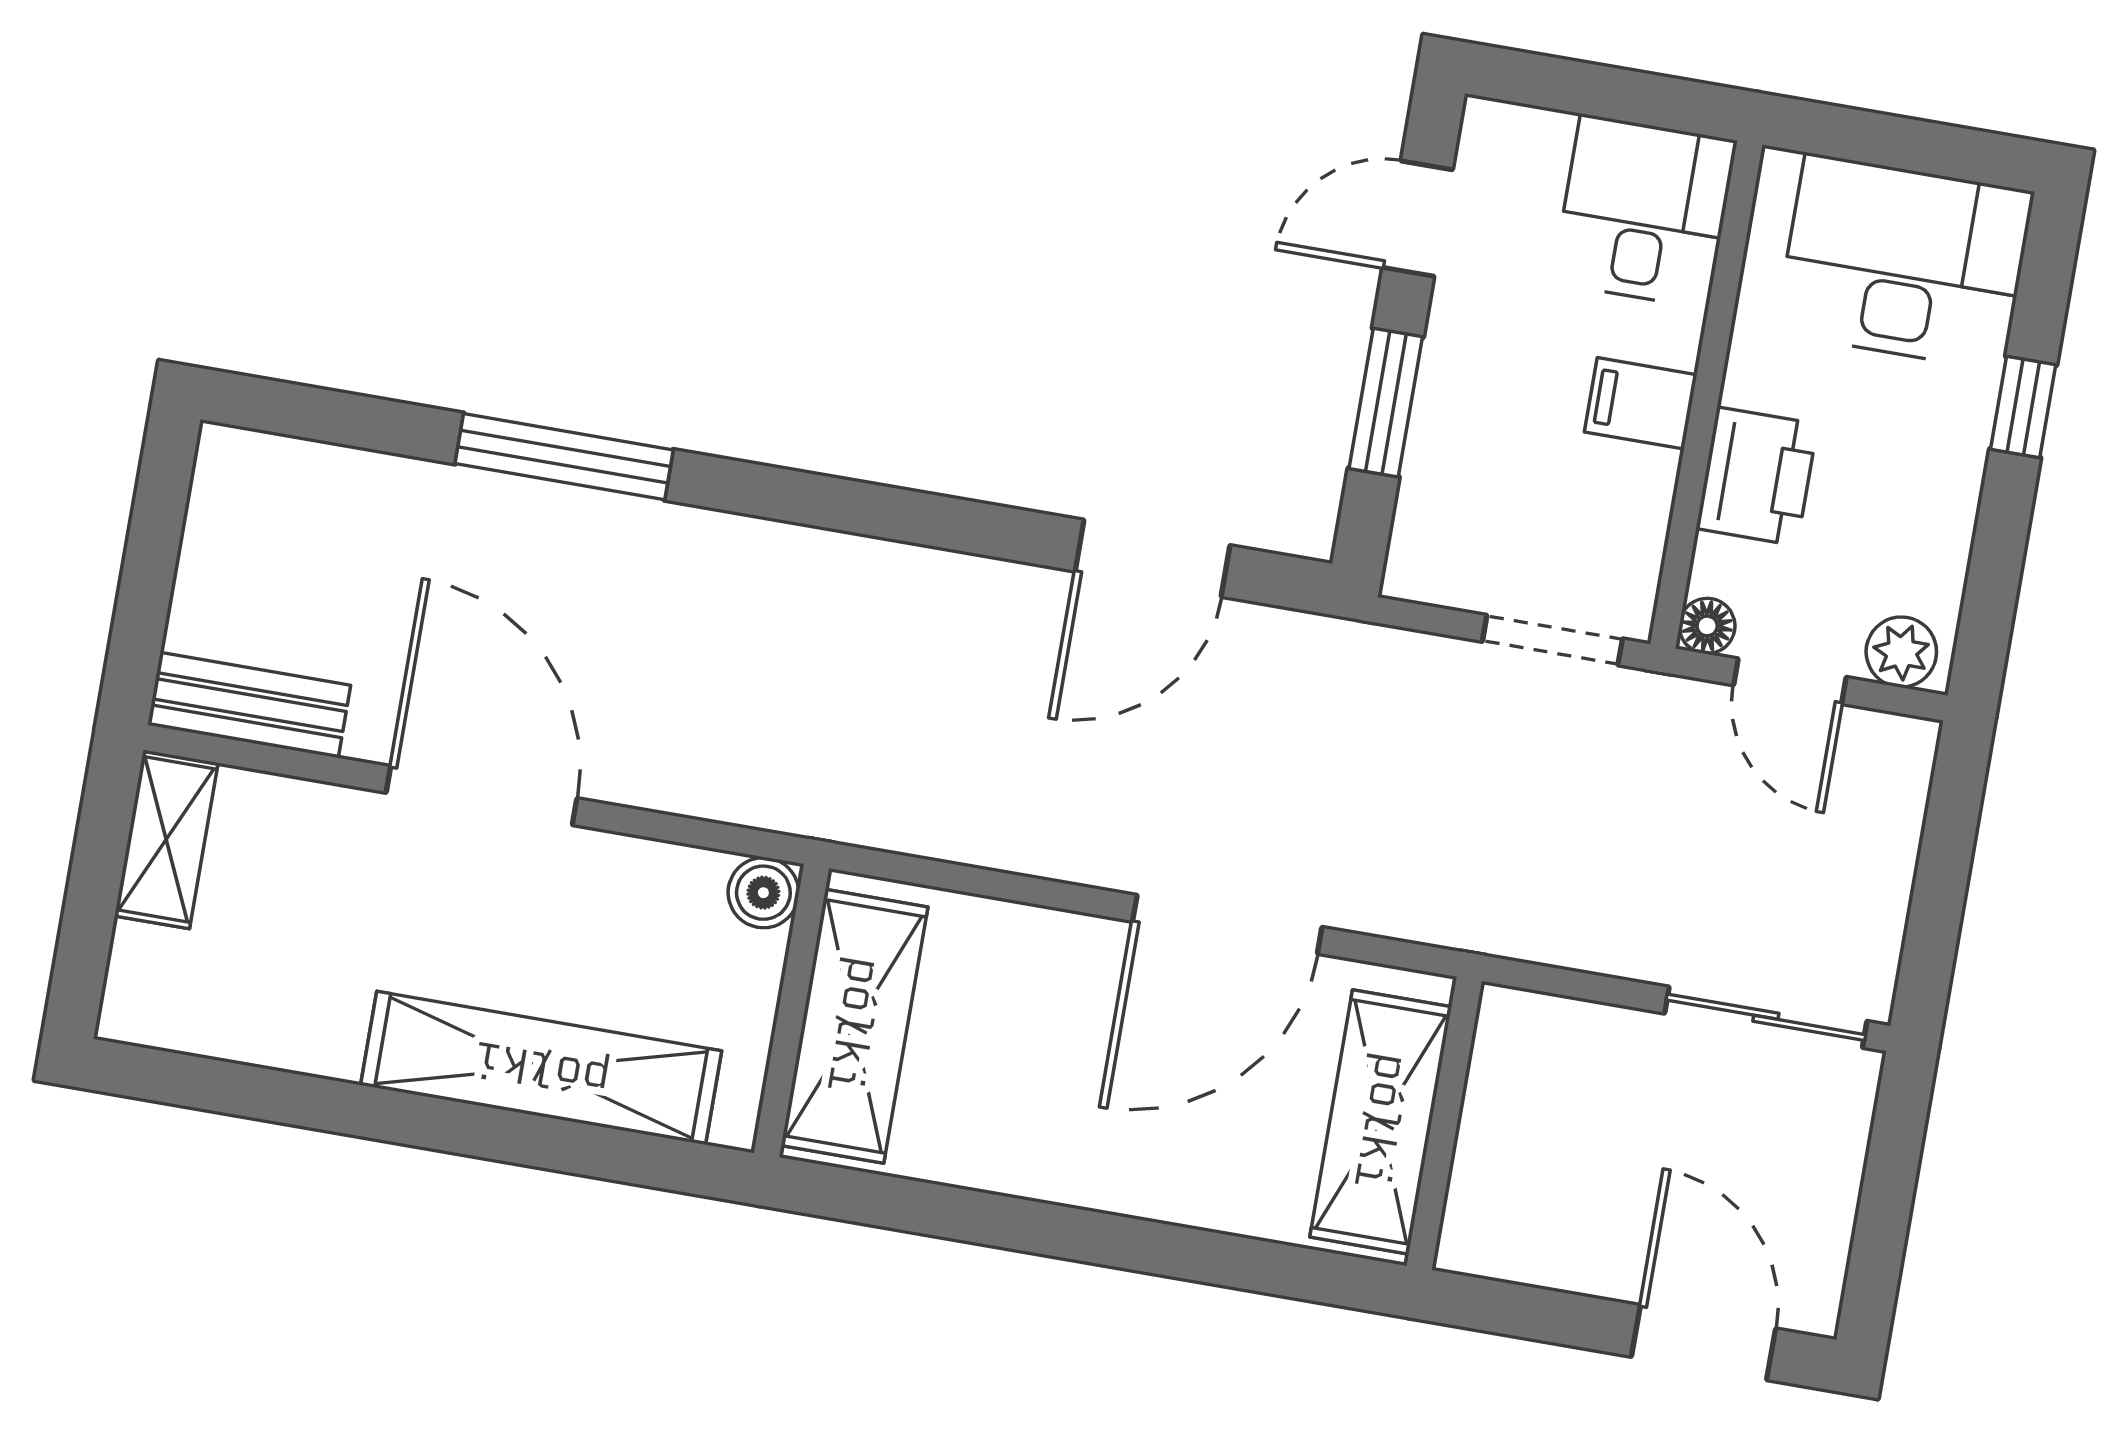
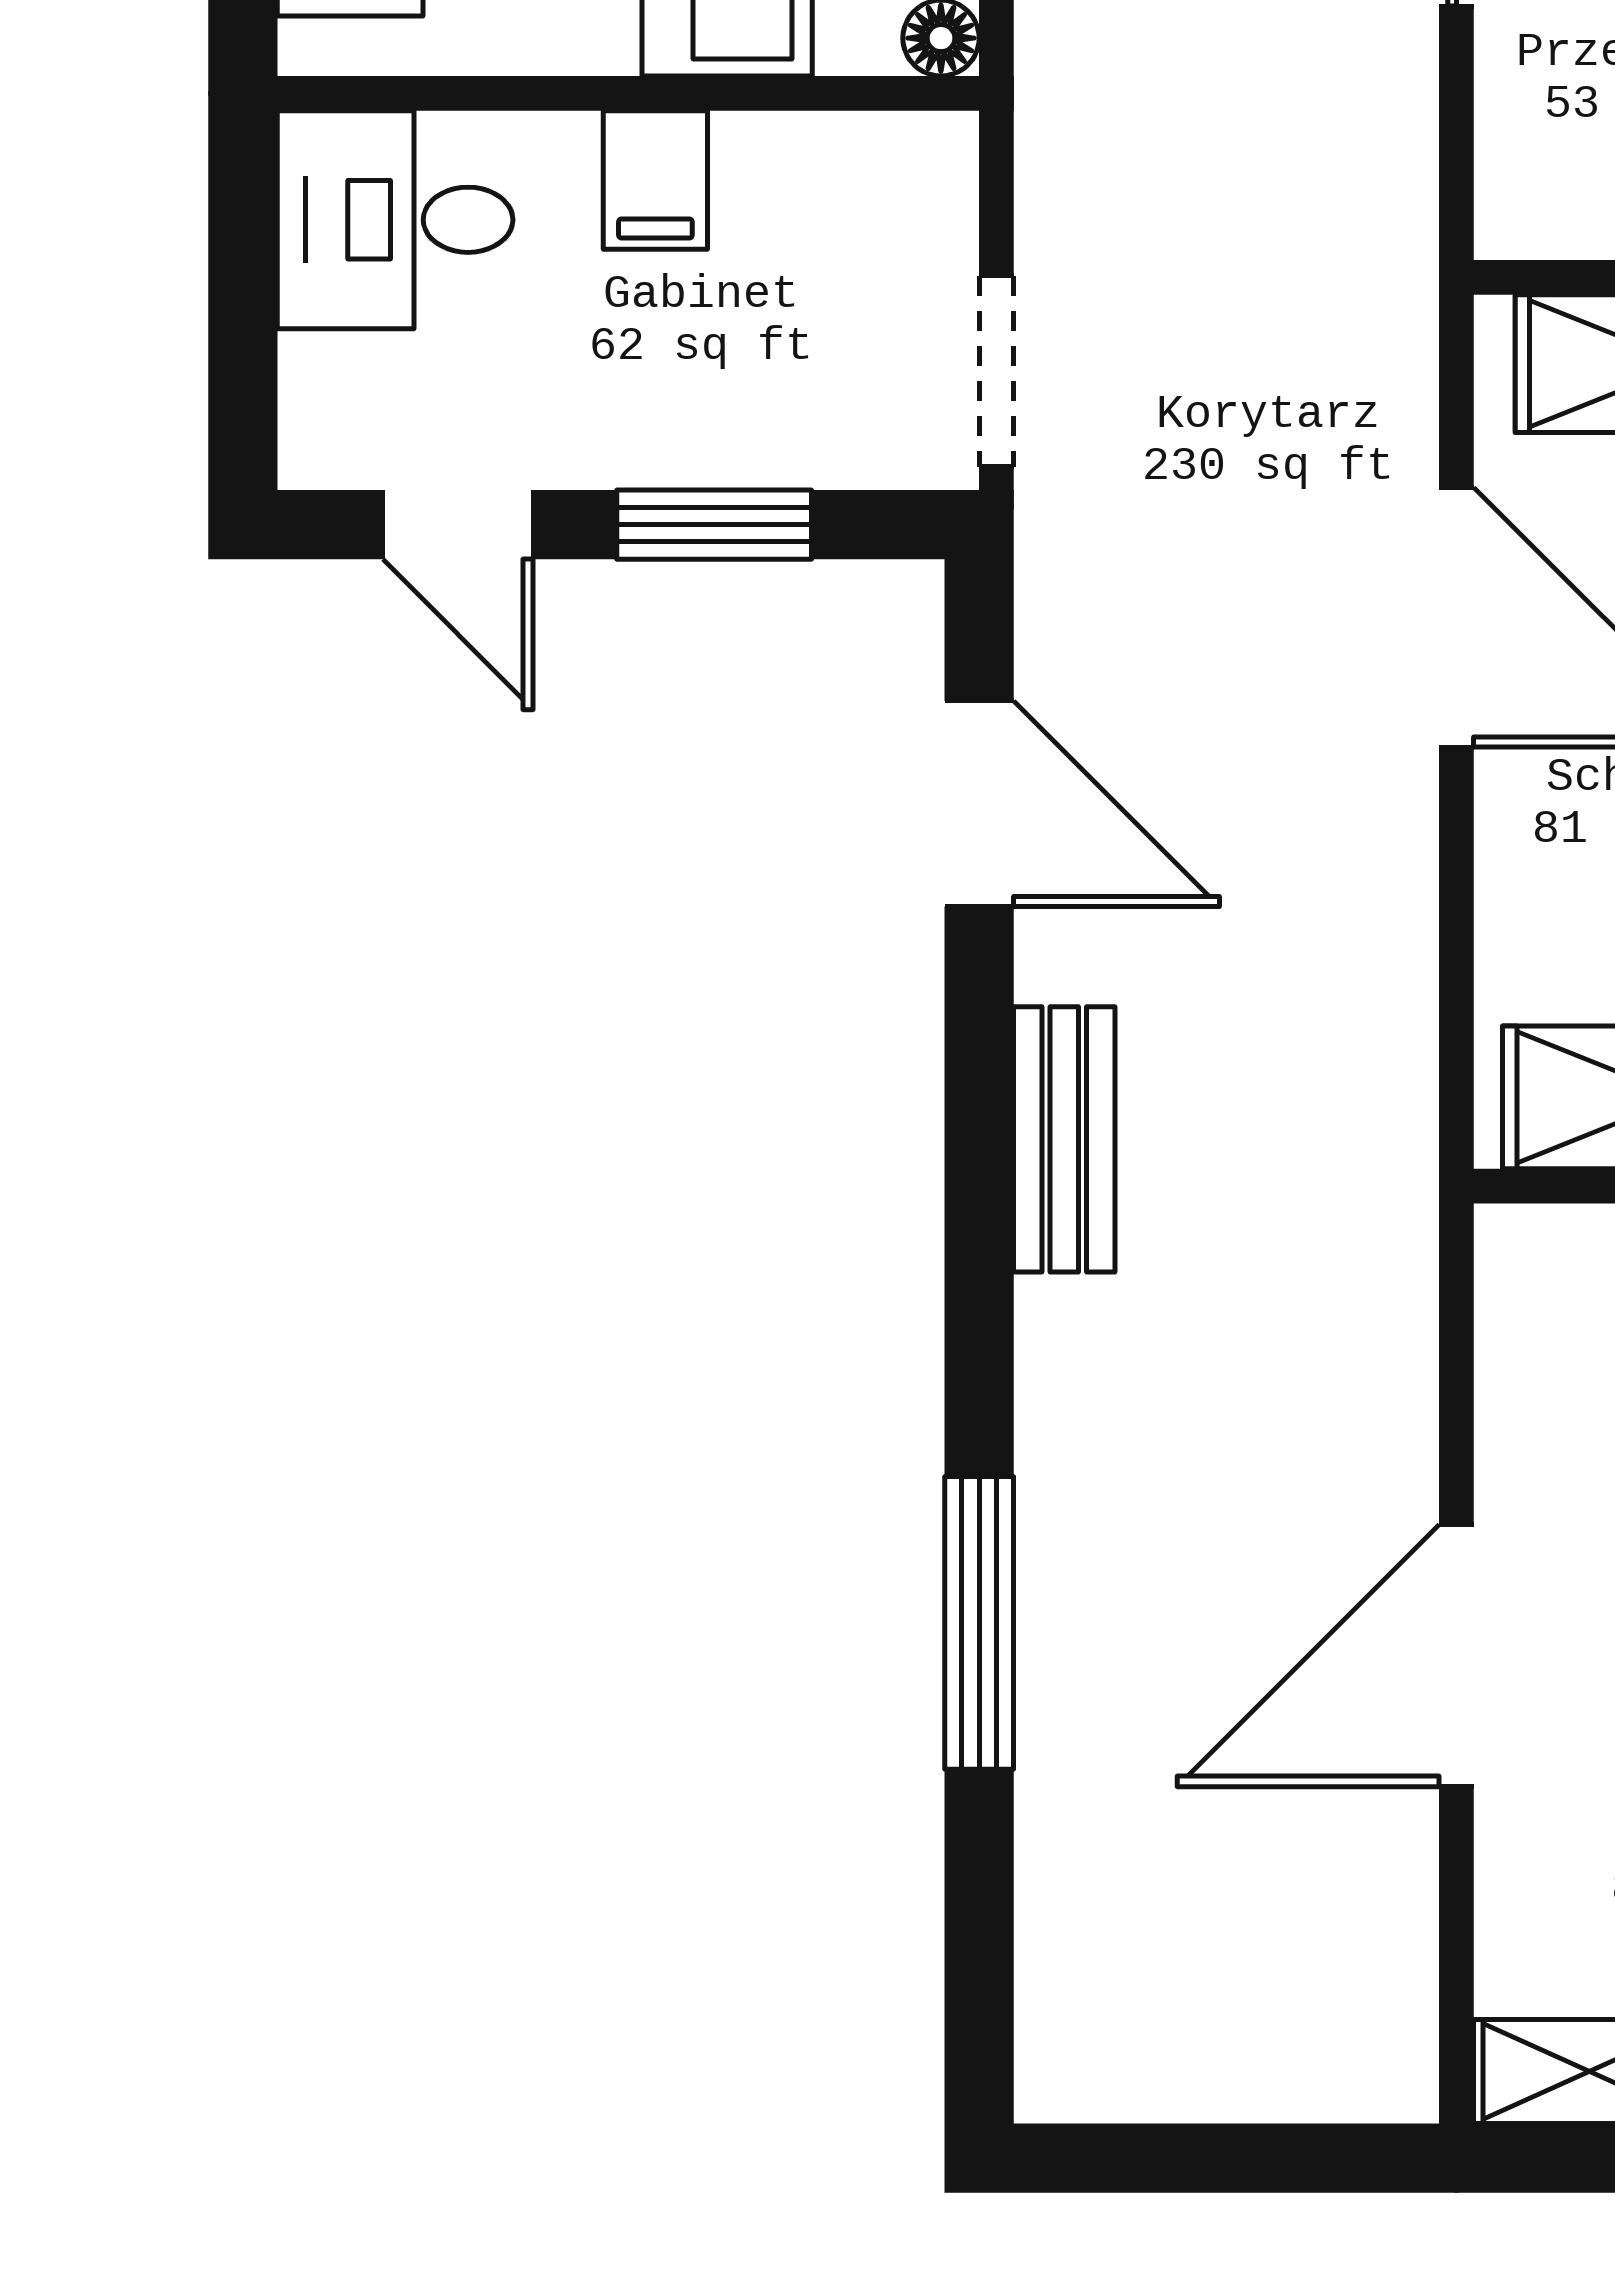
doorway: (1552, 640) -> (996, 371), moved
bench: (249, 705) -> (1064, 1139), moved
boiler: (763, 893) -> (1522, 1252), removed

